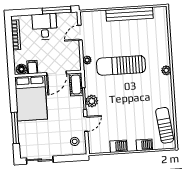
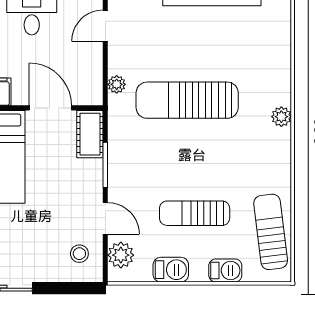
door: (56, 73) -> (50, 108), swing flipped
plant: (92, 101) -> (121, 255), moved
sun lounger: (128, 119) -> (195, 213), added
door: (86, 124) -> (105, 218), hinge flipped

